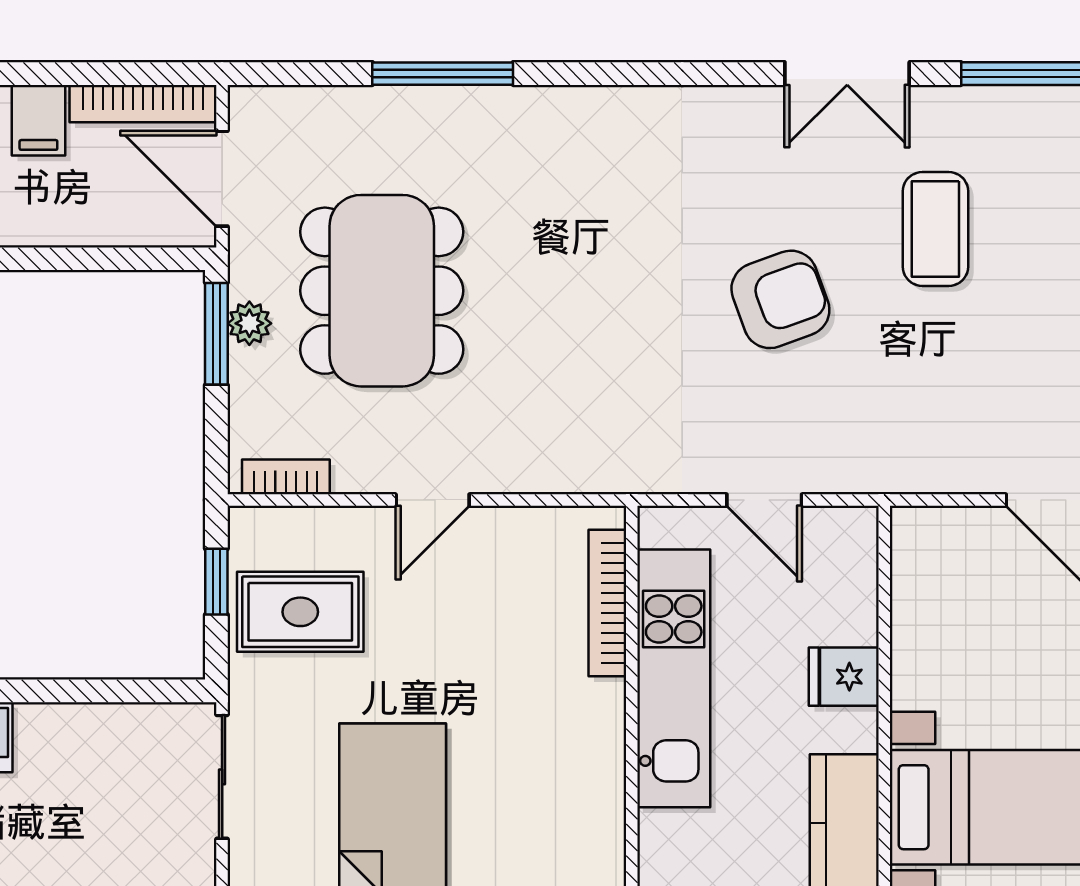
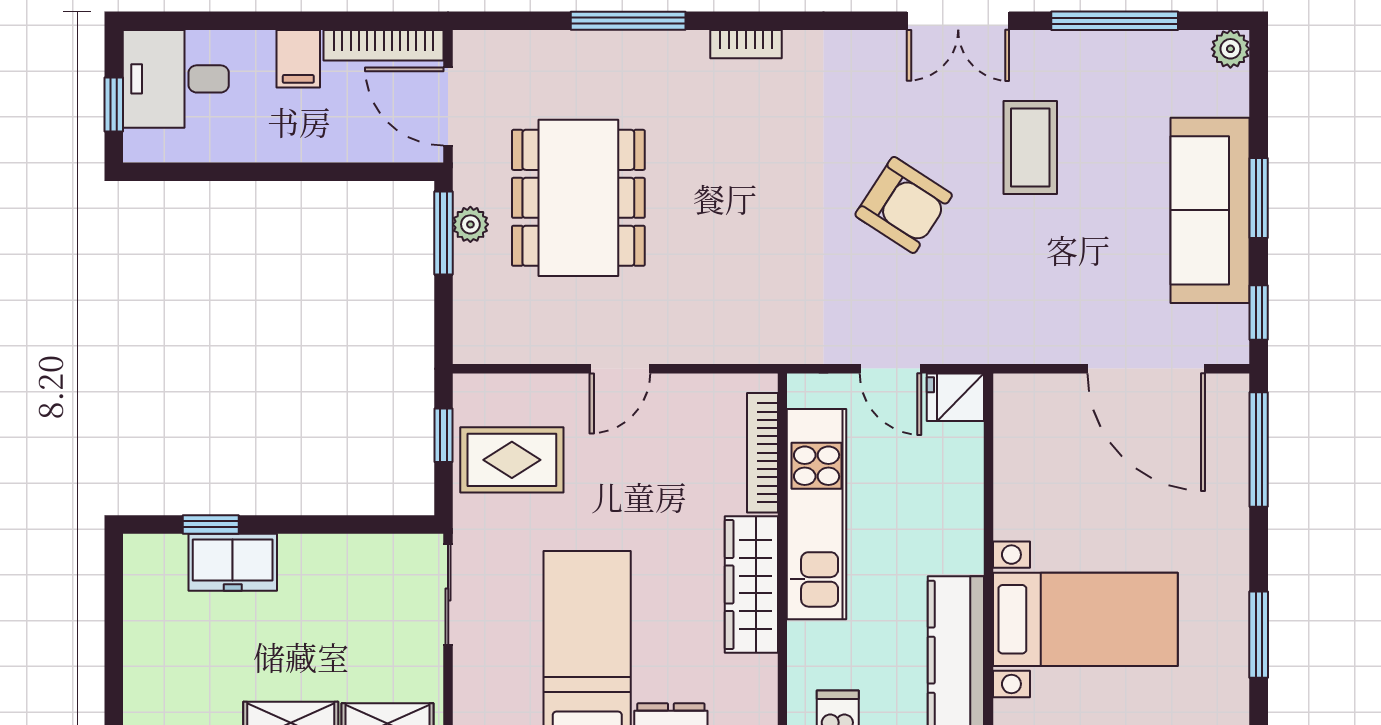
armchair: (780, 299) -> (904, 205), turned 53
bookcase: (286, 477) -> (746, 44), moved, turned 180
fridge: (844, 677) -> (955, 397), moved
wardrobe: (594, 765) -> (751, 584), added

